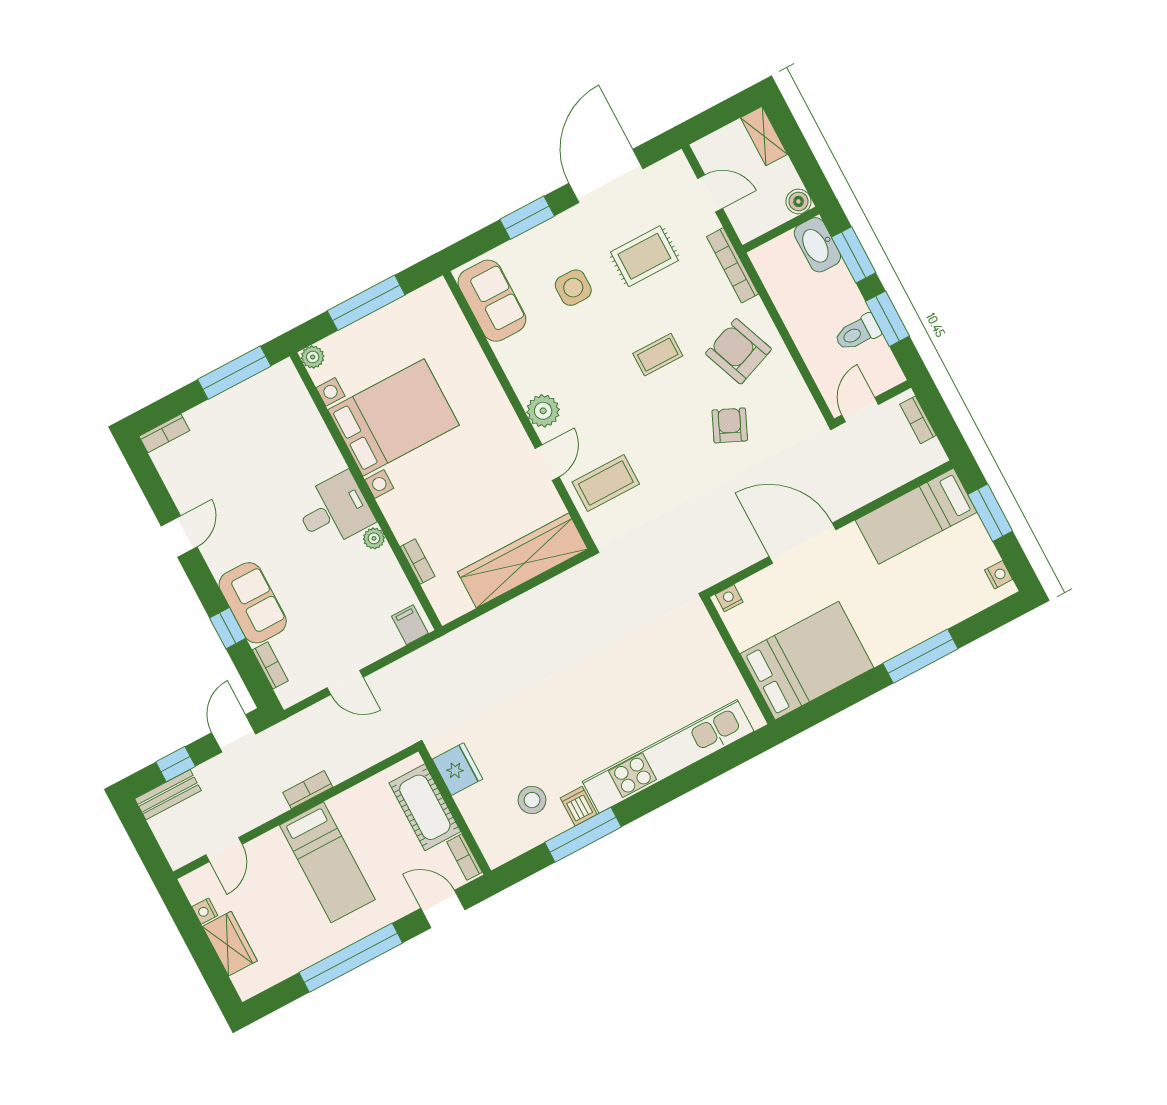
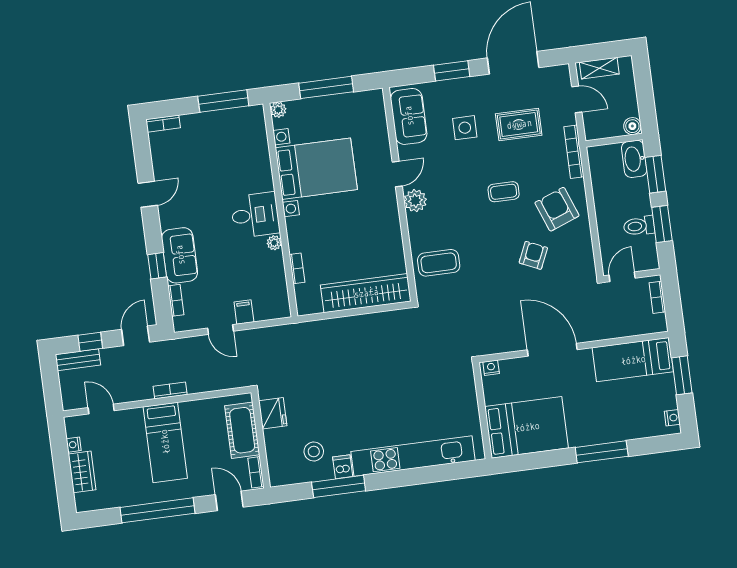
shelving: (764, 136) -> (599, 68), moved, turned 90
door: (547, 463) -> (397, 174), moved
filing cabinet: (410, 625) -> (244, 312), moved
door: (224, 849) -> (101, 409), swing flipped

